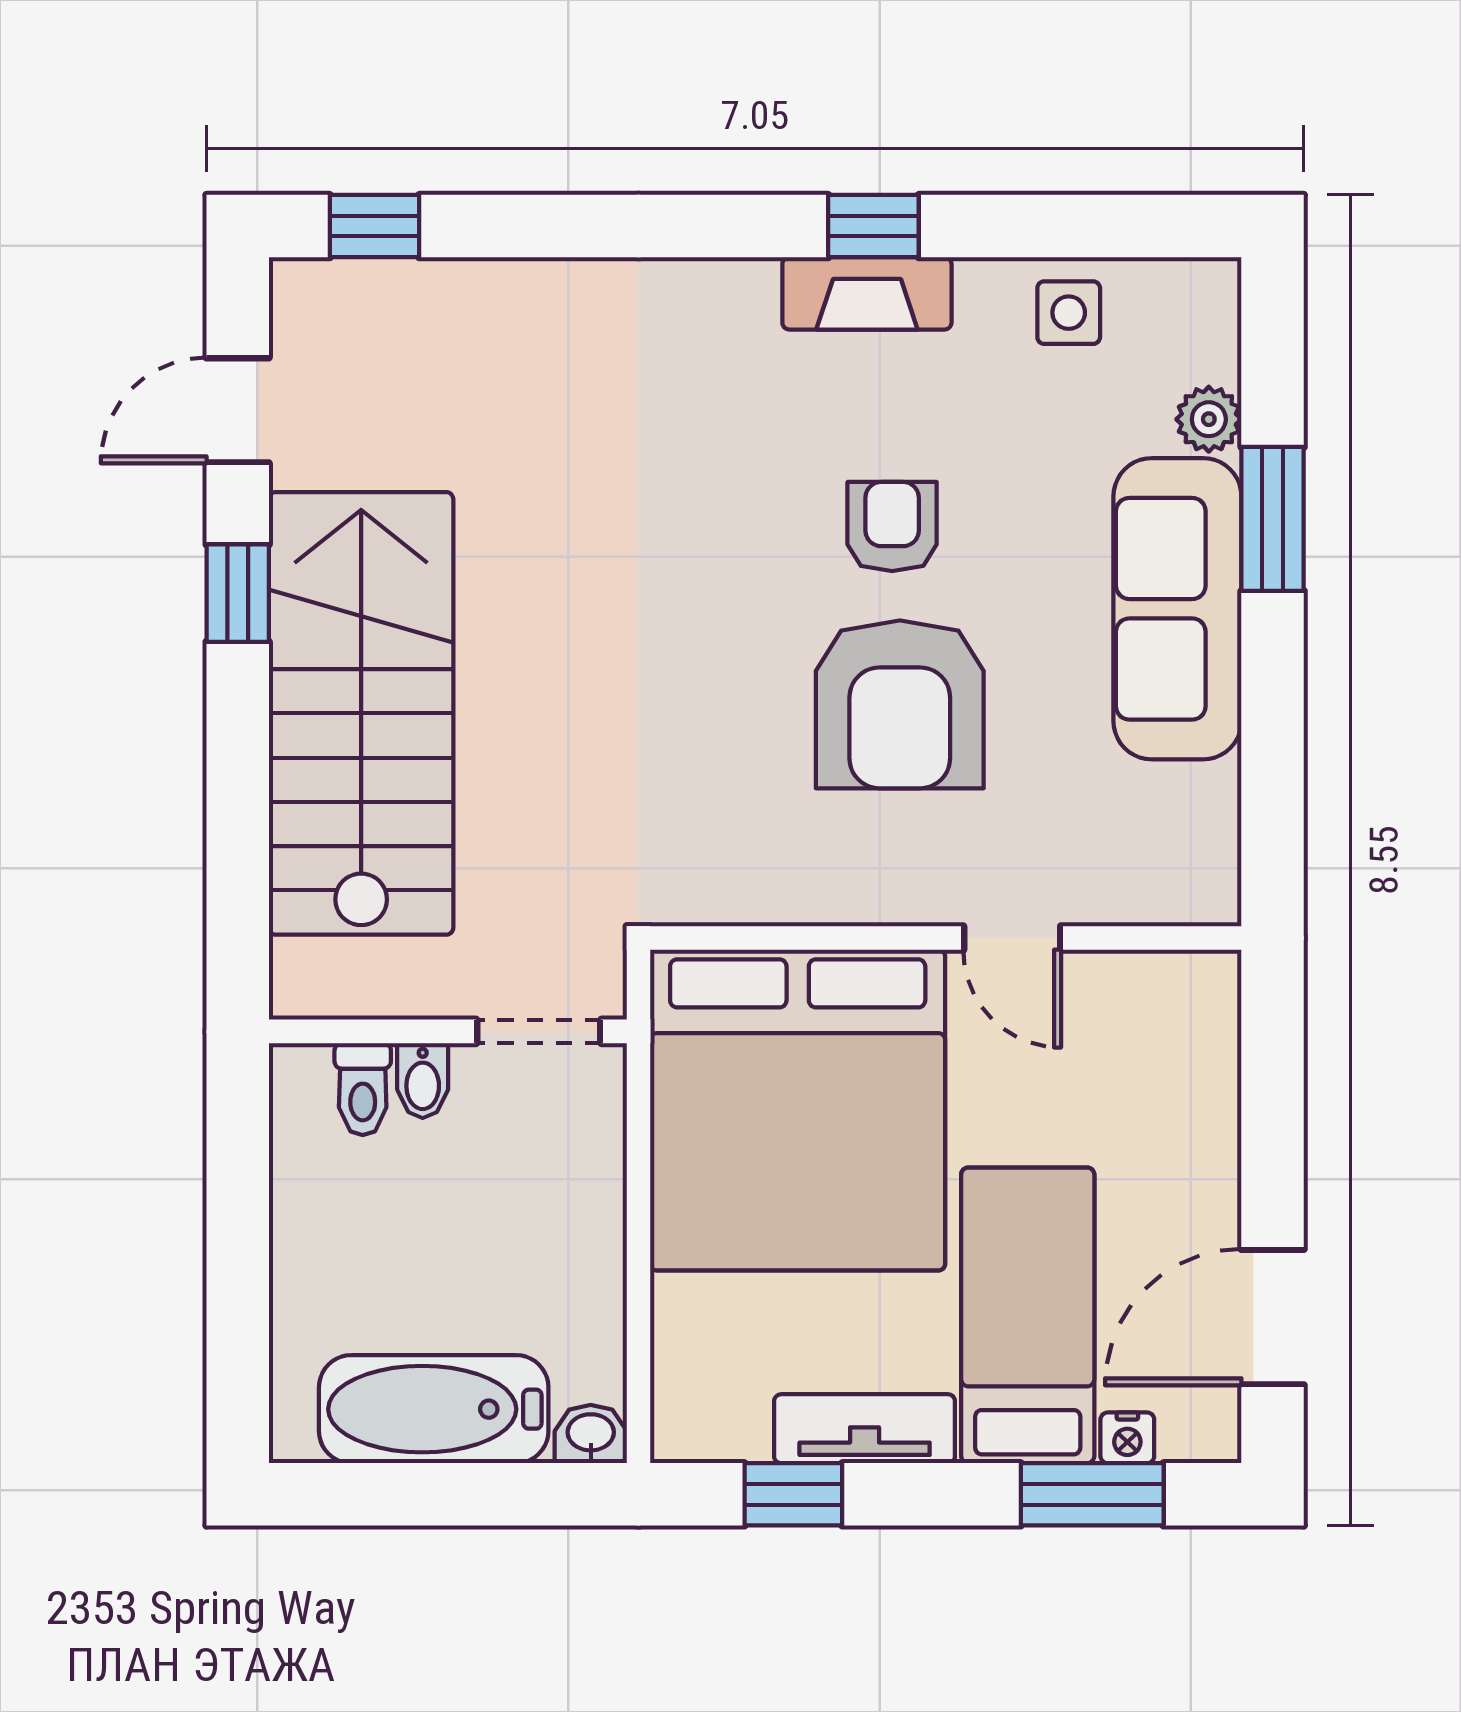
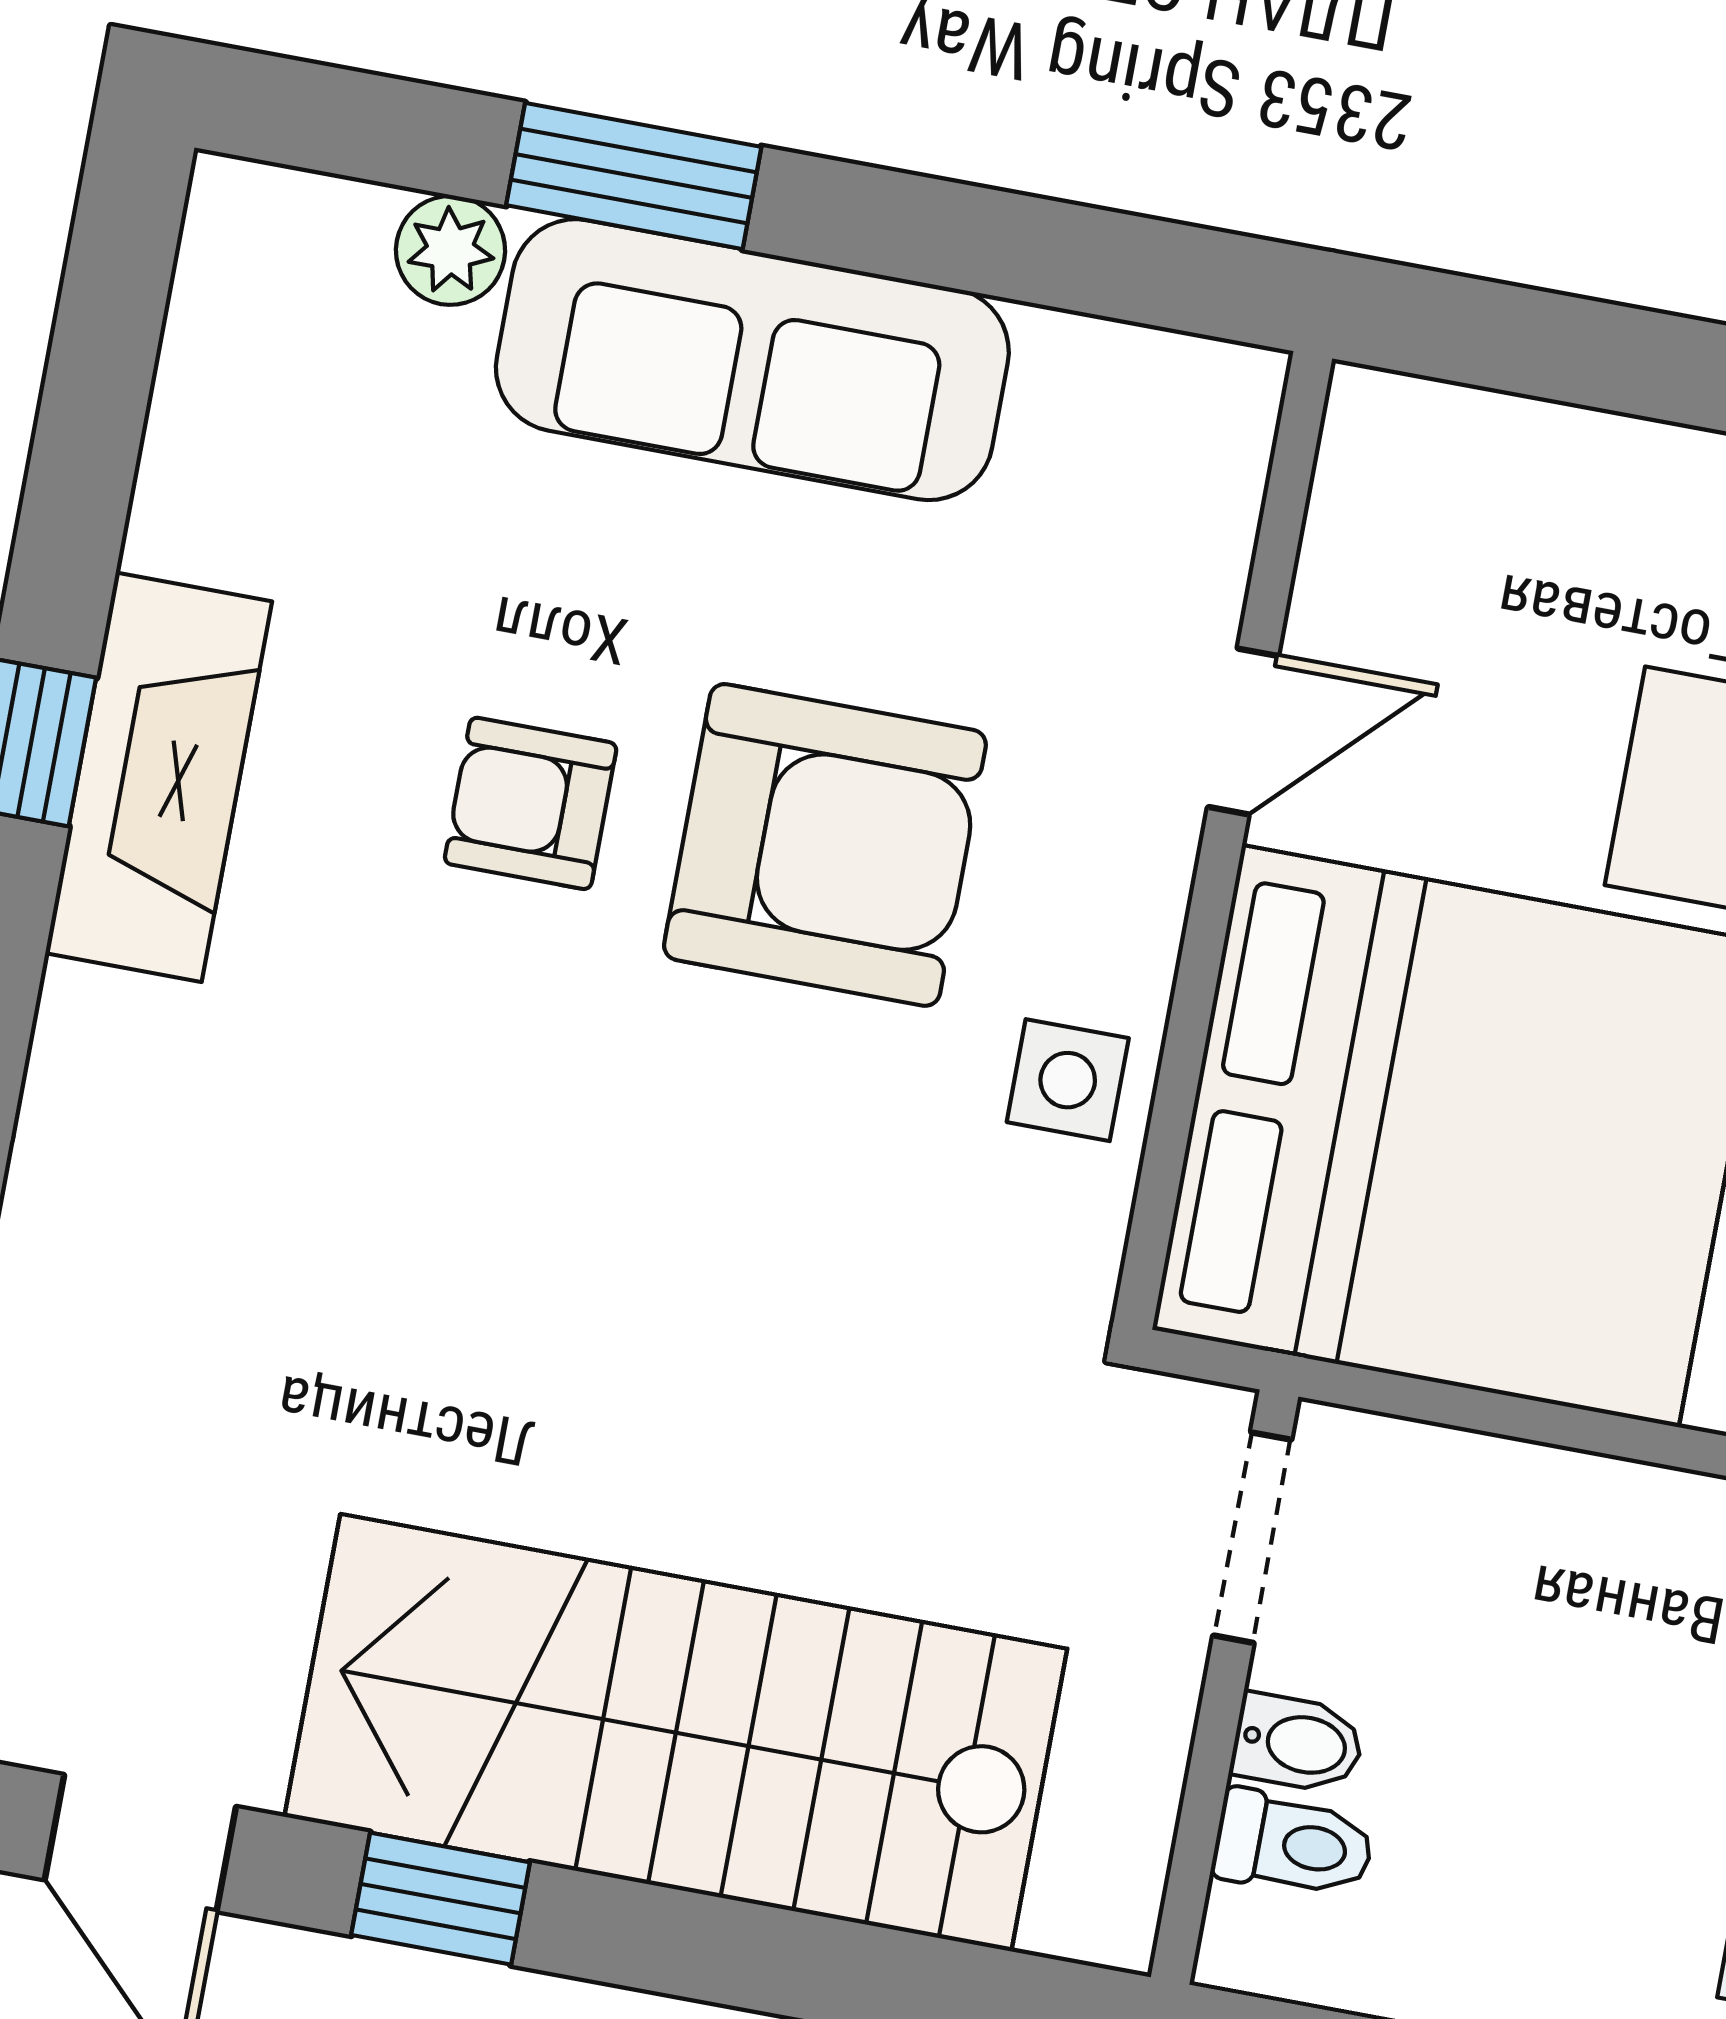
fireplace: (867, 293) -> (159, 777), width x1.37, depth x1.32
side table: (1069, 313) -> (1068, 1080), moved

